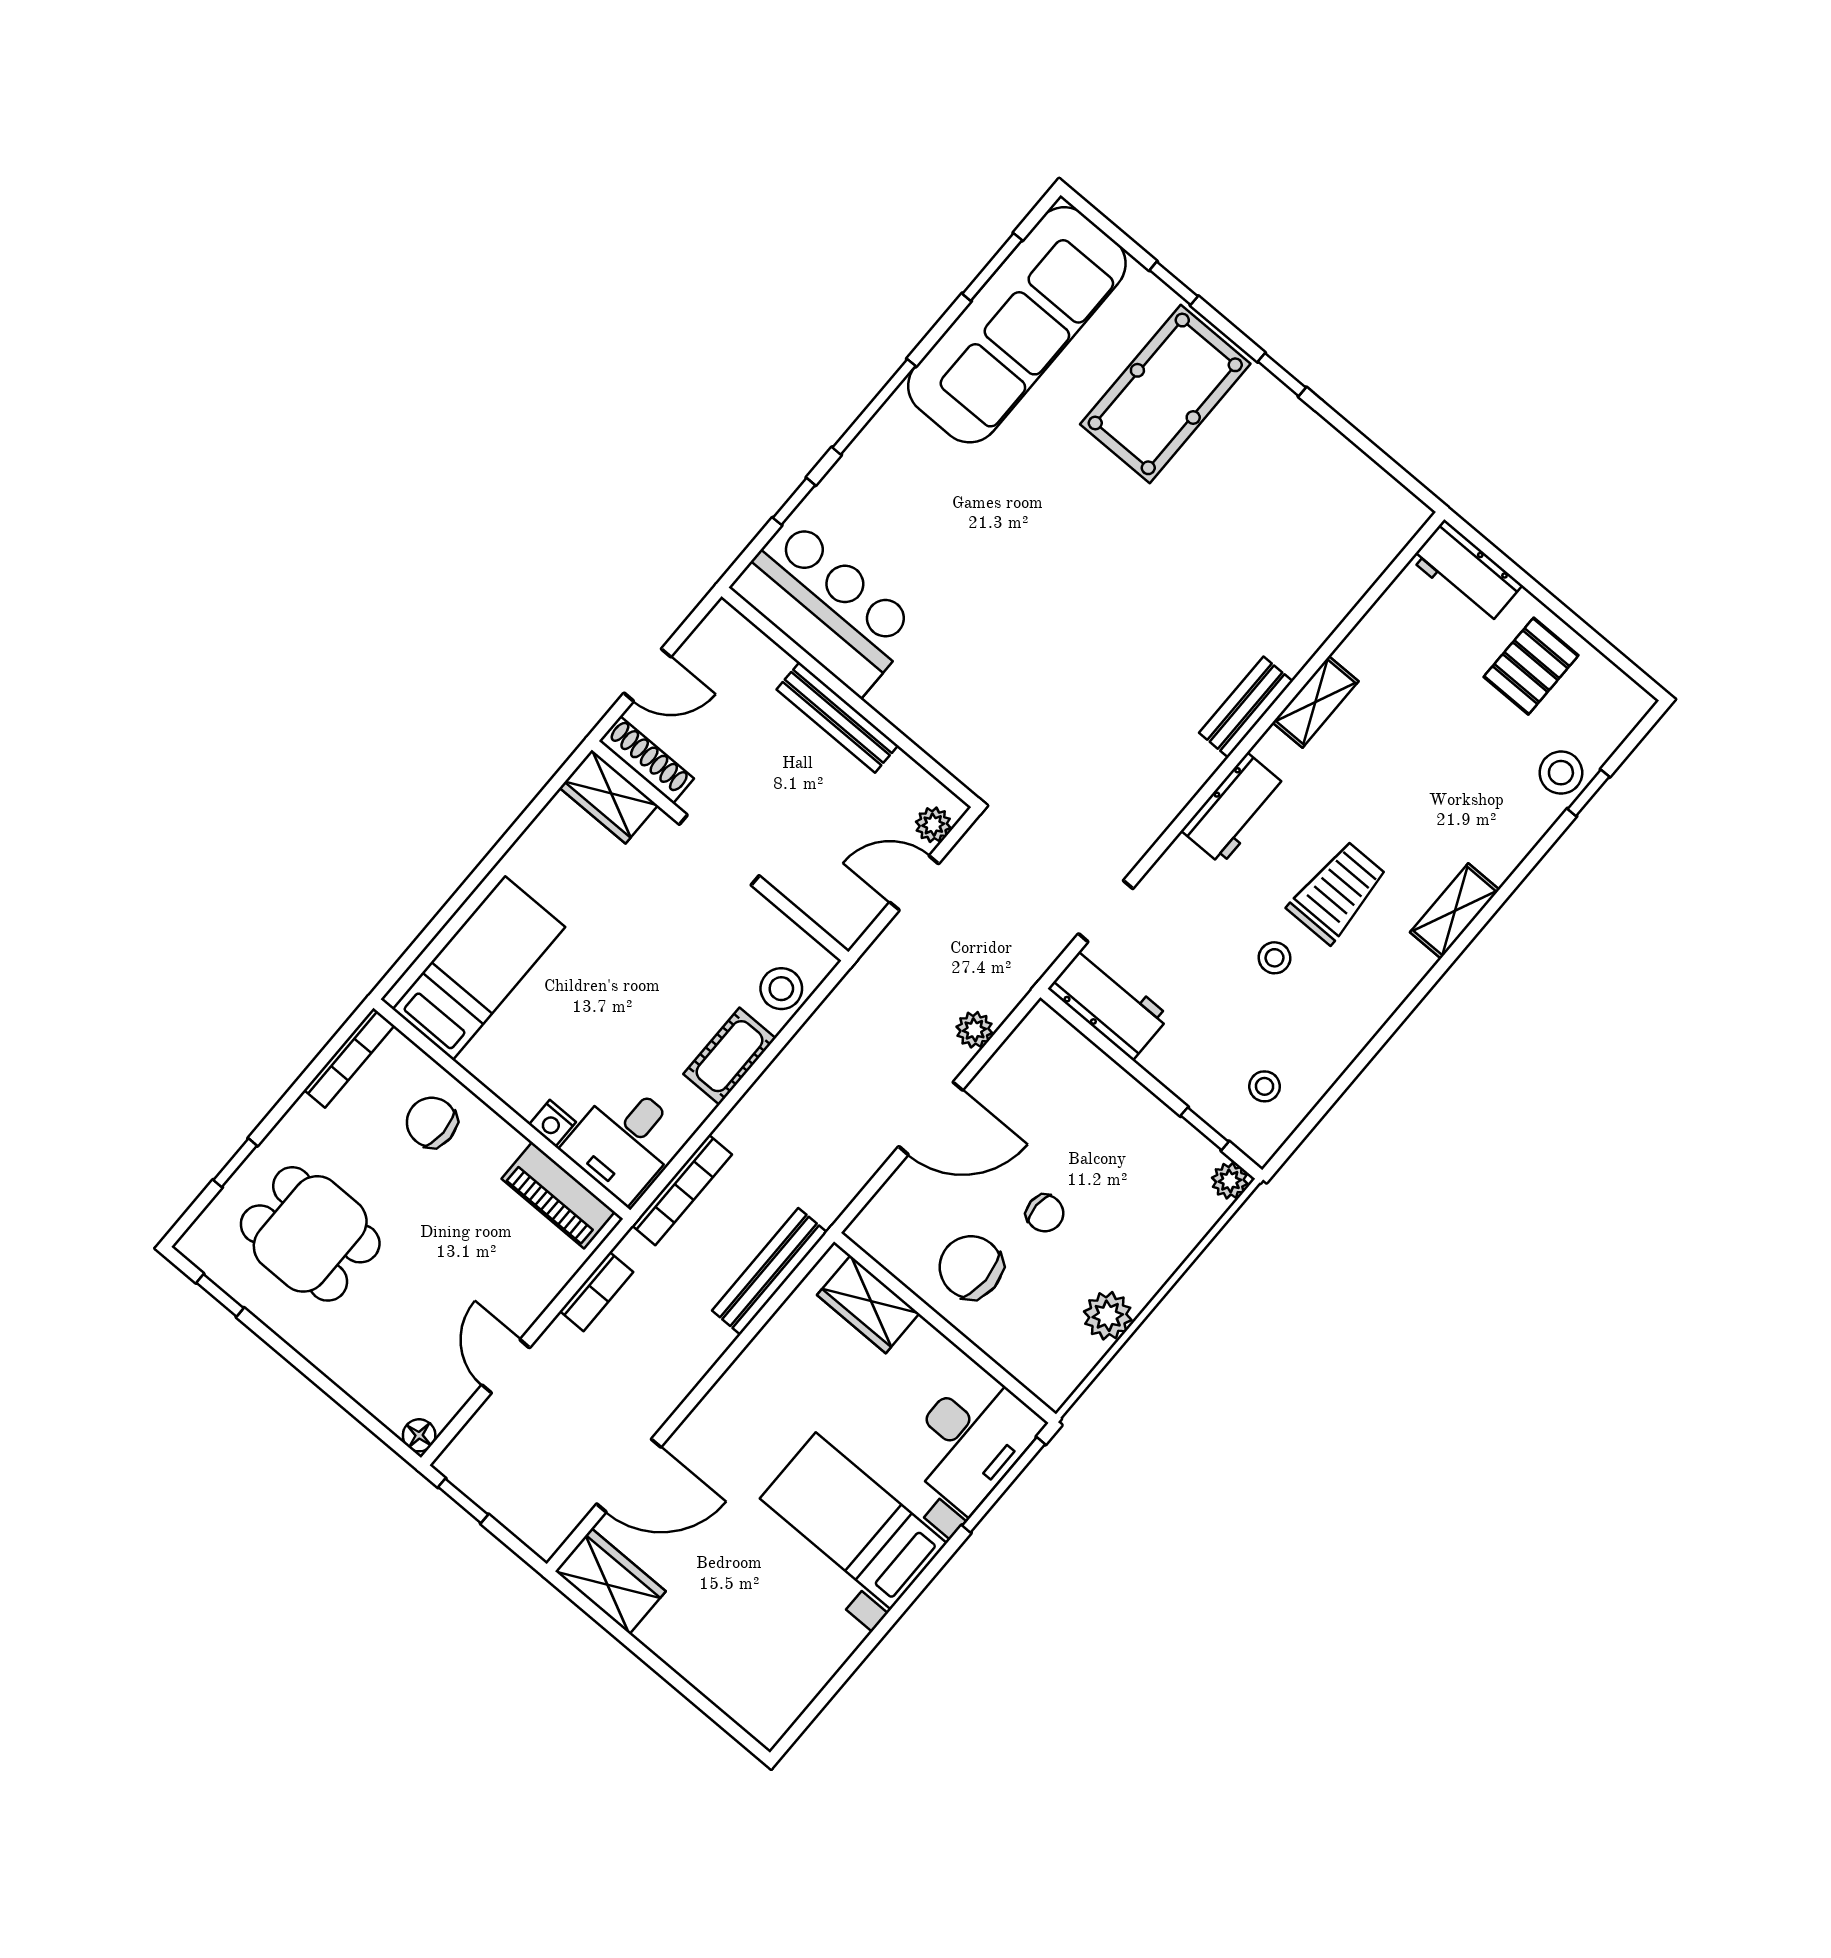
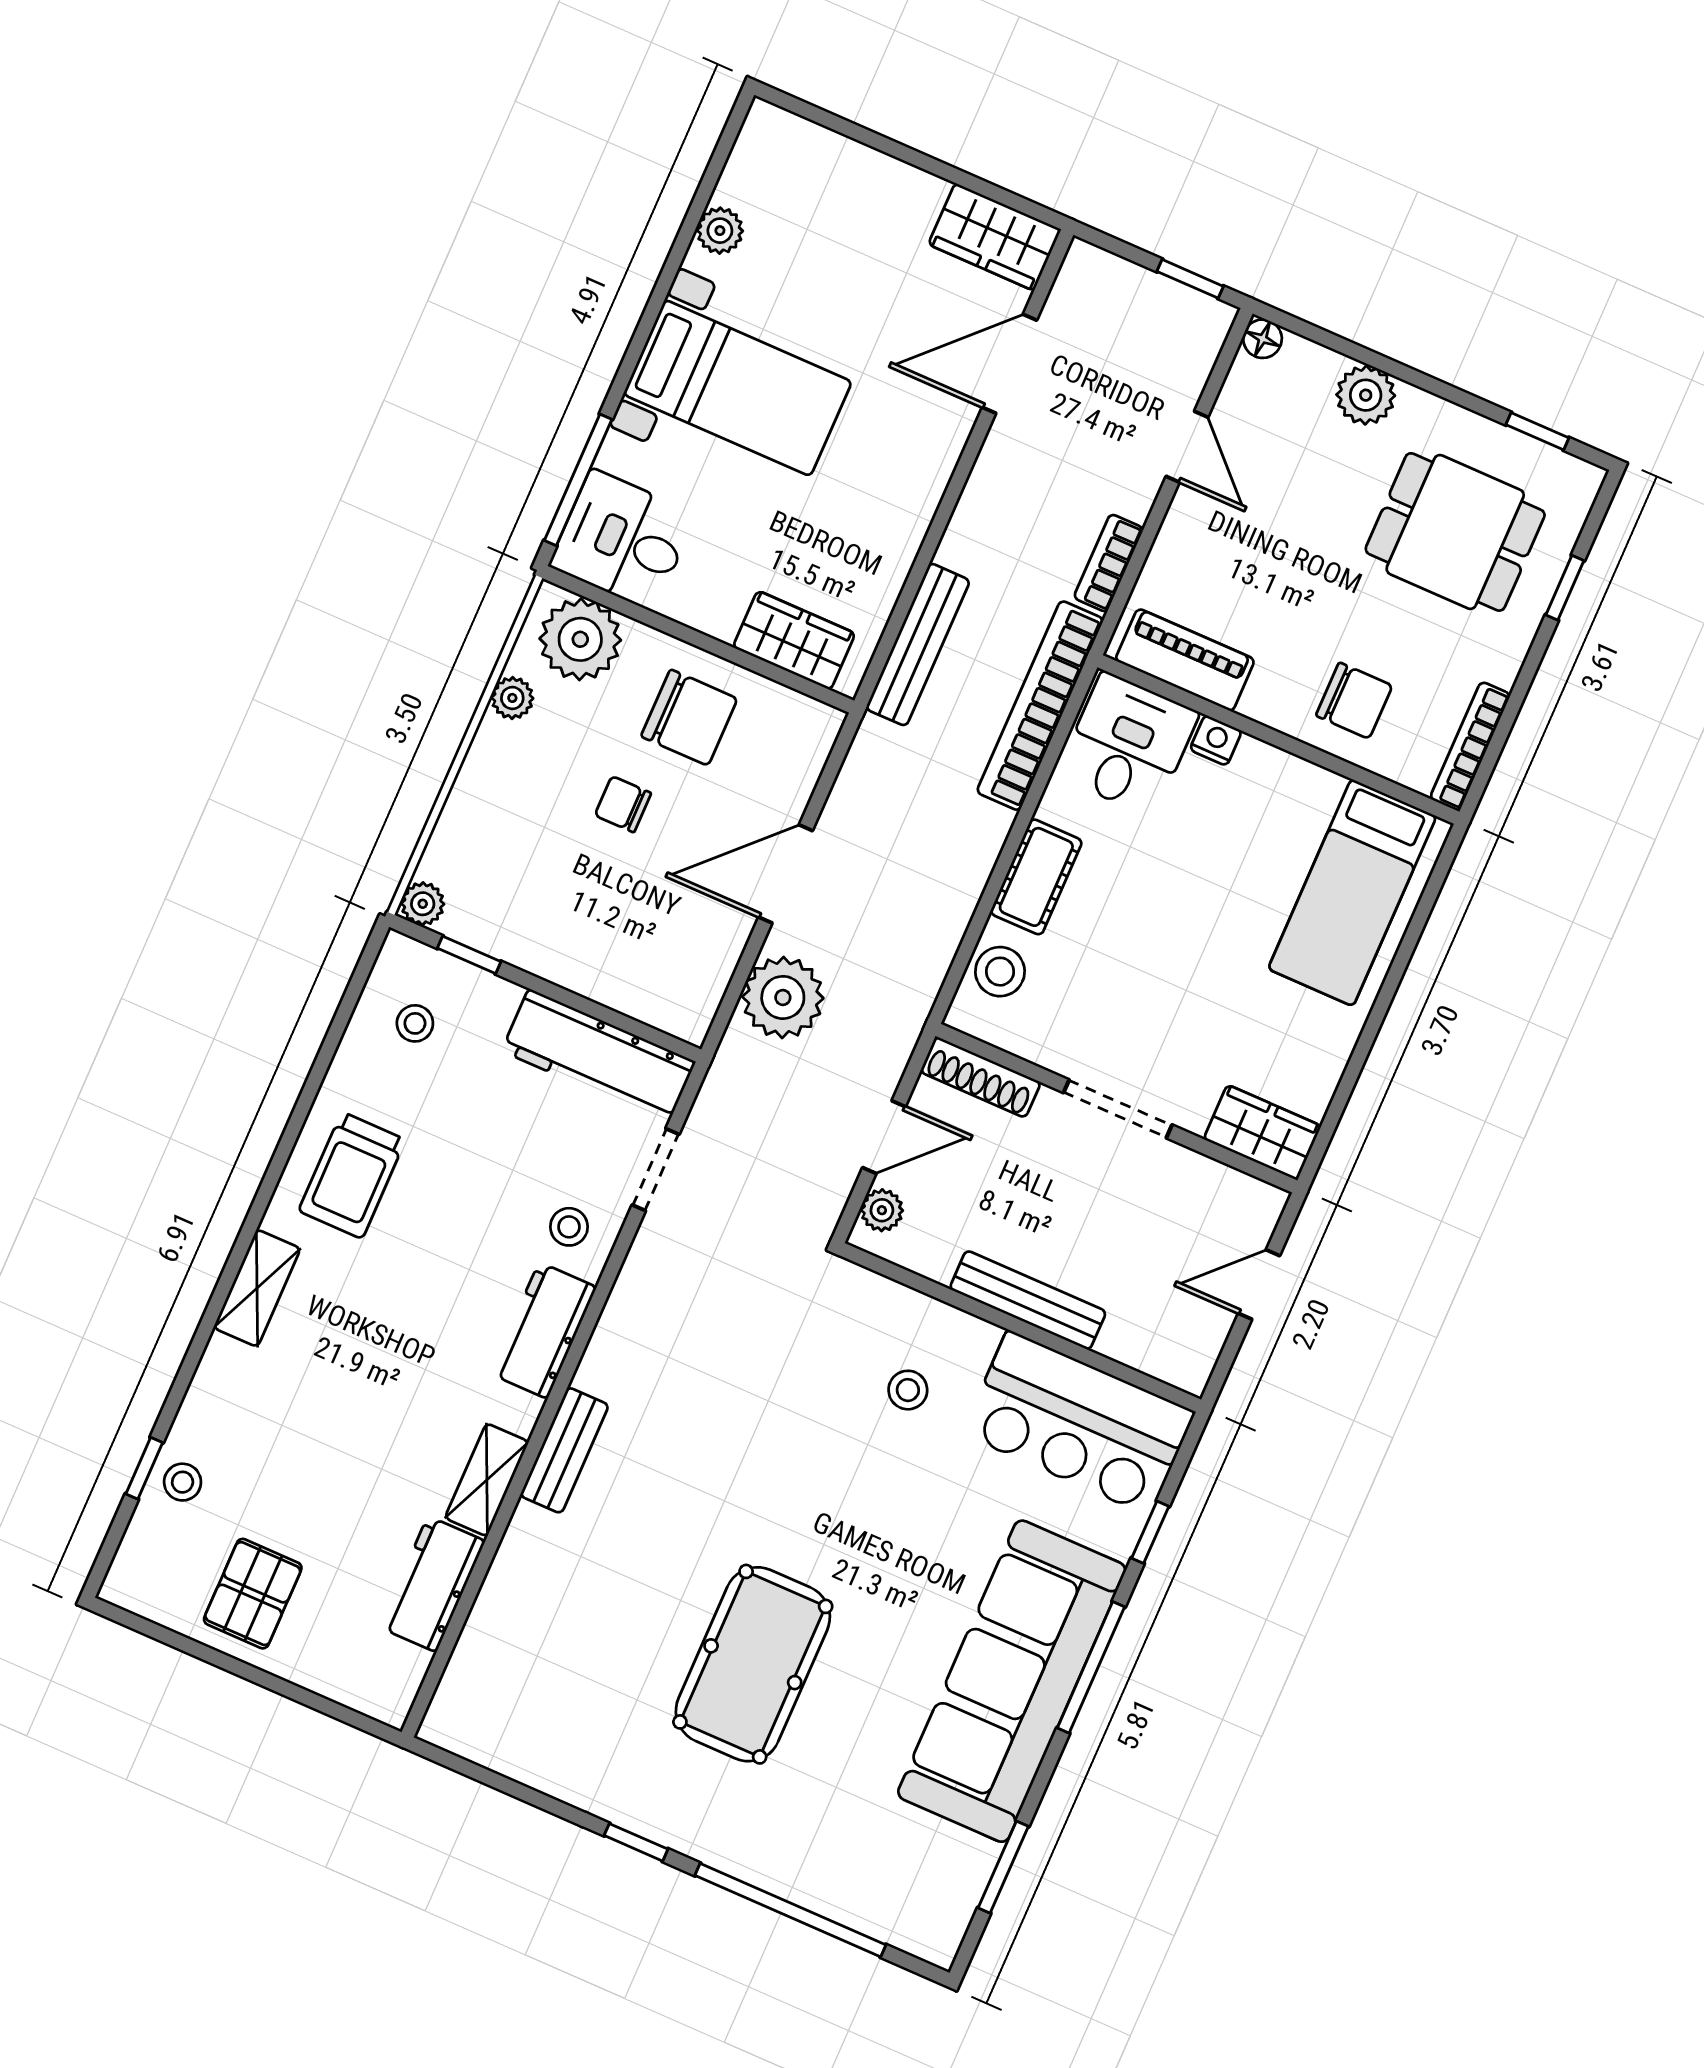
window: (1174, 283) -> (790, 1910), width x3.17
sofa: (1017, 325) -> (1012, 1681), moved
pool table: (1165, 394) -> (753, 1664), moved
workbench: (1466, 572) -> (432, 1584), moved, turned -90
stool: (955, 674) -> (908, 1390), added
shoe rack: (646, 760) -> (980, 1077), moved
stool: (1561, 773) -> (183, 1482), width x0.73, depth x0.73
trolley: (1337, 892) -> (352, 1175), moved
stool: (1275, 958) -> (569, 1227), moved
workbench: (1109, 1003) -> (598, 1056), width x1.38
plant: (974, 1030) -> (783, 997), width x1.88, depth x1.88
bookcase: (682, 1190) -> (1040, 706), width x1.48, depth x1.31
plant: (1108, 1316) -> (512, 698), width x0.73, depth x0.73
plant: (1040, 1356) -> (580, 639), added
plant: (350, 1365) -> (1366, 395), added
desk: (971, 1439) -> (623, 540), width x0.73
plant: (830, 1652) -> (720, 231), added

